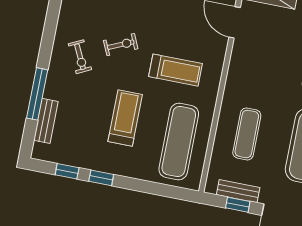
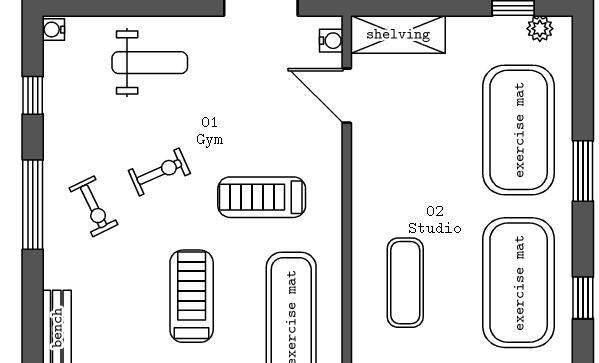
treadmill: (176, 70) -> (262, 197), turned 180
window: (37, 94) -> (33, 205), moved

